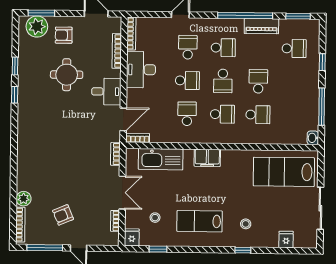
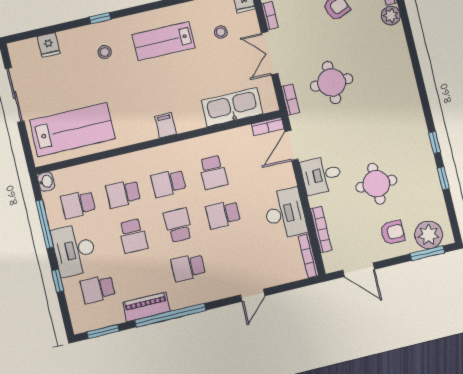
school desk: (188, 47) -> (78, 204), moved, turned 90
desk: (304, 82) -> (74, 250), added
filing cabinet: (207, 158) -> (166, 125), width x0.50
round table: (81, 159) -> (332, 82), added
lab bench: (200, 221) -> (164, 41), turned 180

